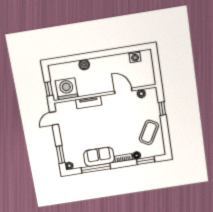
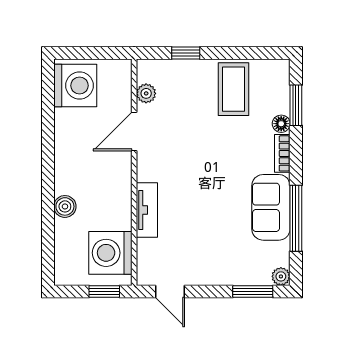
washing machine: (135, 57) -> (75, 86), width x1.89, depth x1.89
coffee table: (149, 132) -> (234, 89), turned 61

